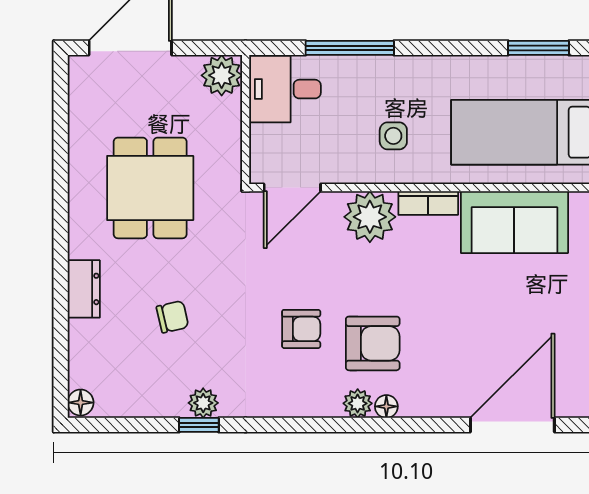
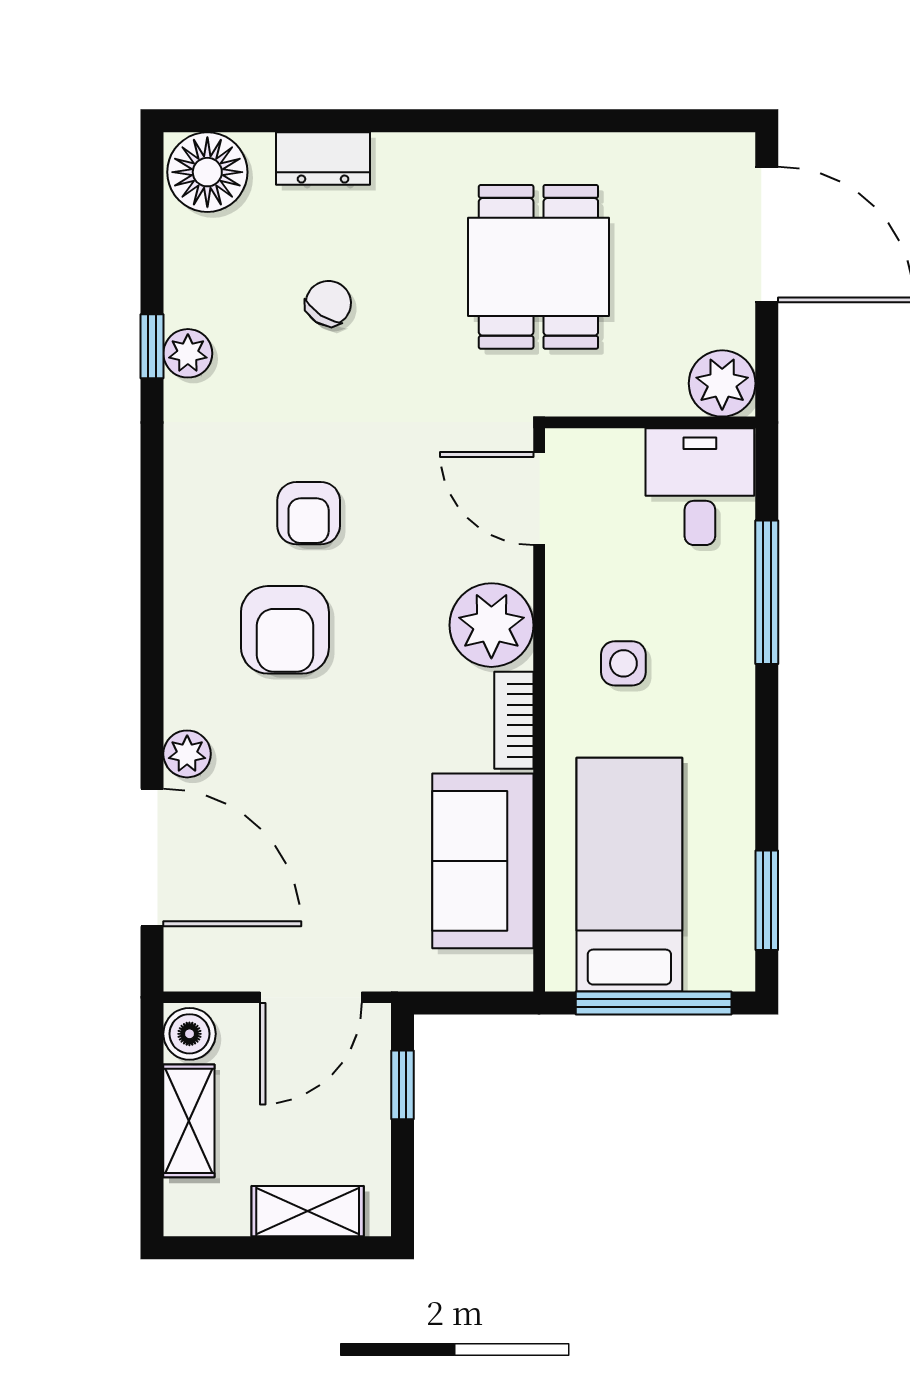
dining table: (150, 188) -> (538, 267), turned 90
dresser: (84, 289) -> (323, 158), moved
chair: (172, 317) -> (328, 303), turned -134
floor lamp: (81, 403) -> (207, 172), width x1.89, depth x1.89
plant: (358, 403) -> (187, 754), moved
floor lamp: (386, 406) -> (182, 652), removed

